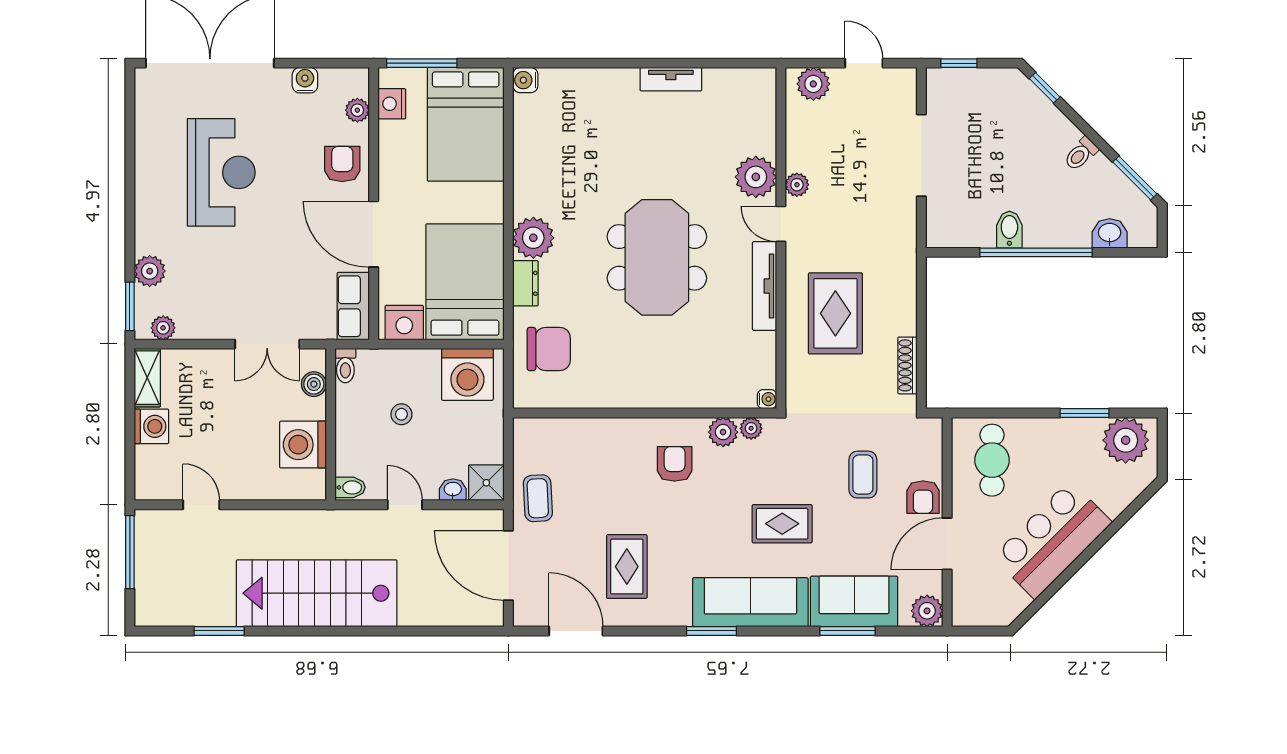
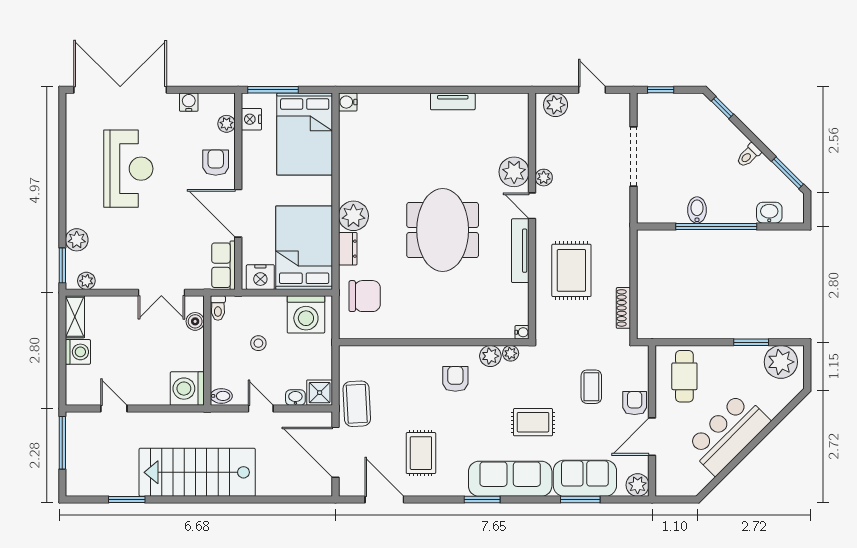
washing machine: (303, 445) -> (187, 389), moved
armchair: (923, 497) -> (635, 403), turned 180
coffee table: (538, 498) -> (357, 404), width x1.36, depth x1.30

